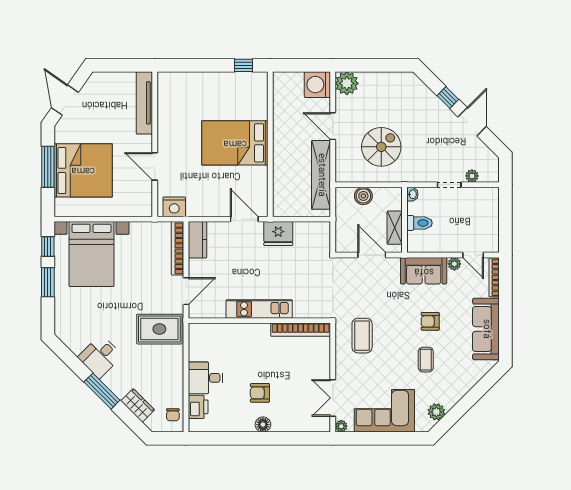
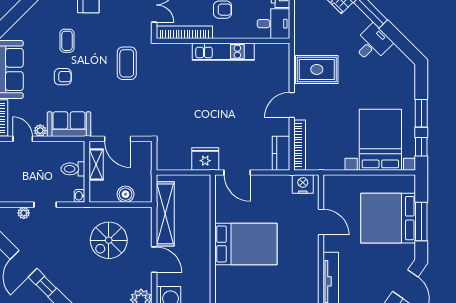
kitchen unit: (259, 309) -> (223, 52), moved
wall: (259, 321) -> (223, 41), moved
bookcase: (301, 330) -> (184, 32), moved

